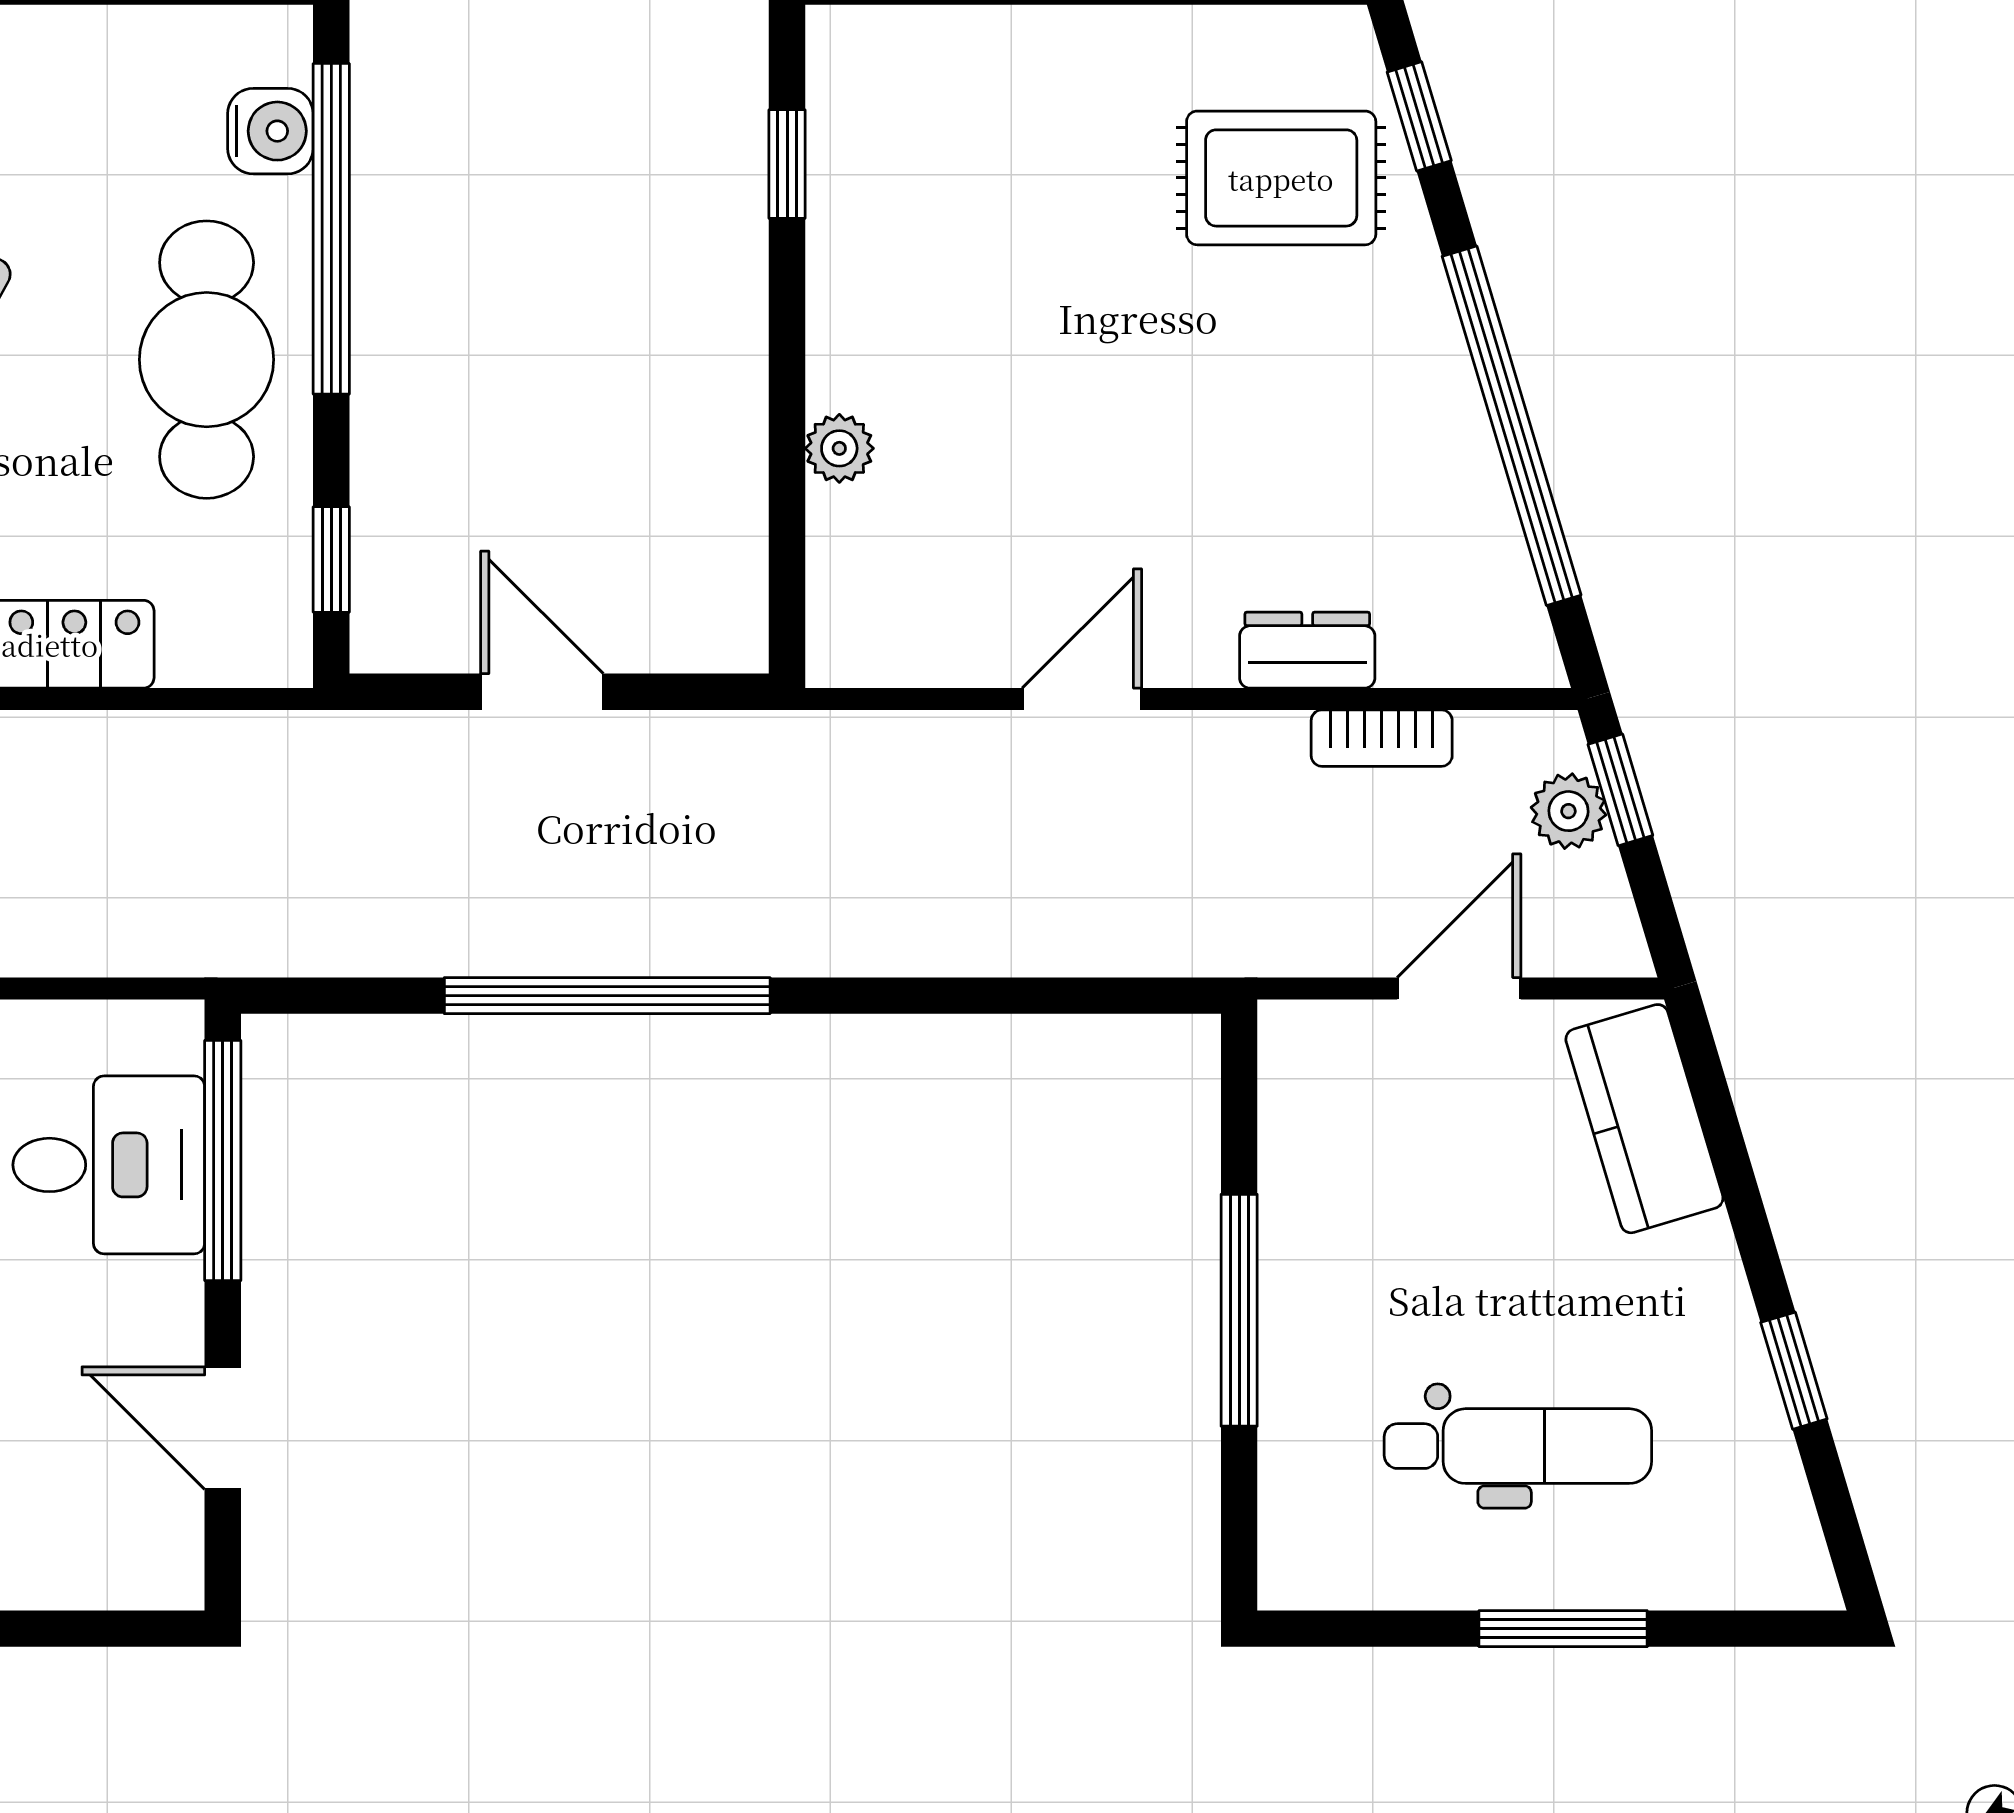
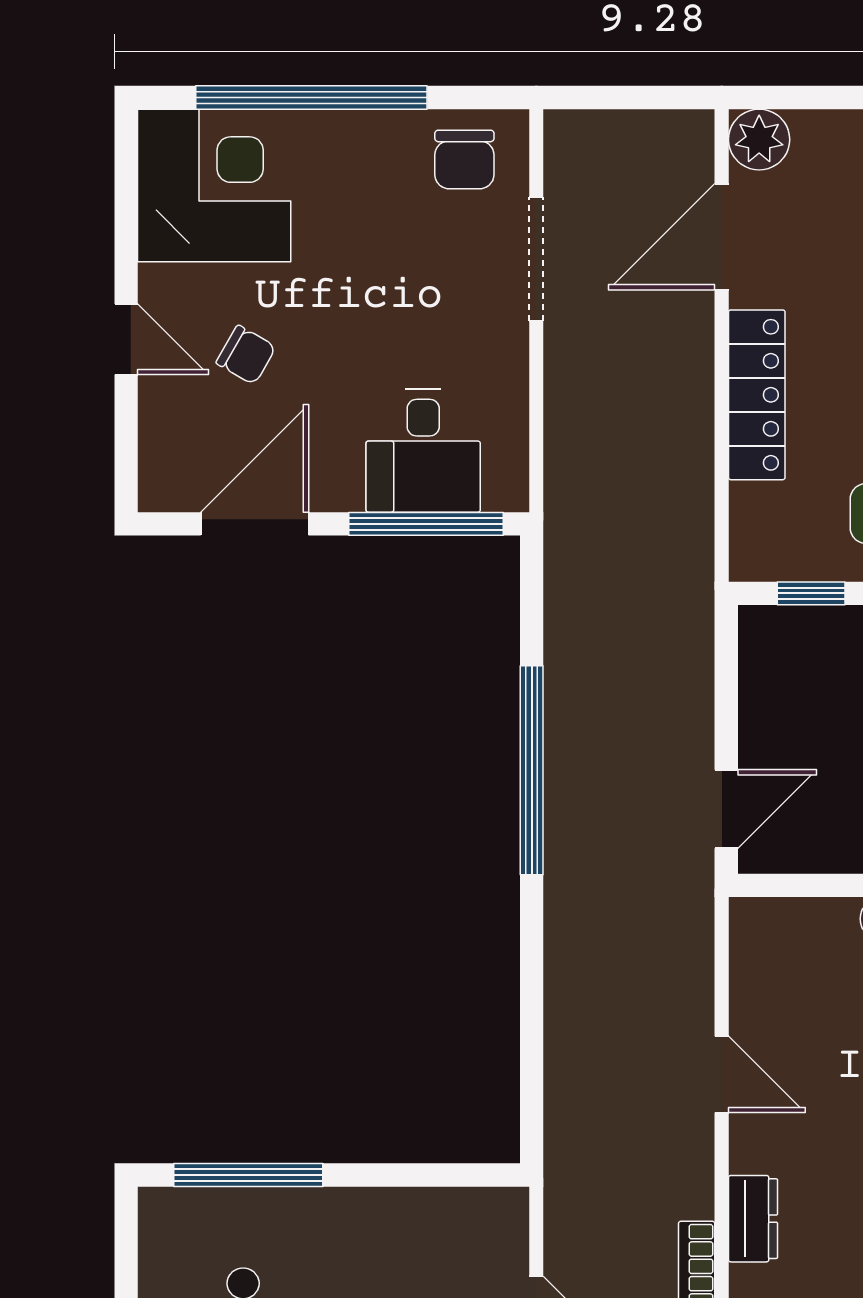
door: (542, 692) -> (726, 809), moved
window: (1239, 1310) -> (248, 1175), moved
door: (223, 1428) -> (255, 524), width x1.38

